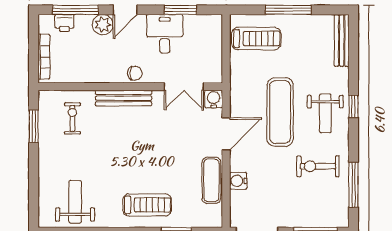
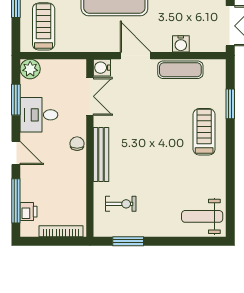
plant: (103, 25) -> (30, 69), moved
exercise bike: (72, 118) -> (121, 204), turned 180
weight bench: (75, 202) -> (202, 216), moved

